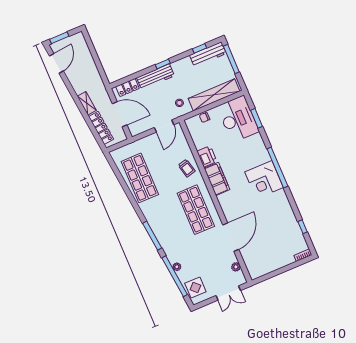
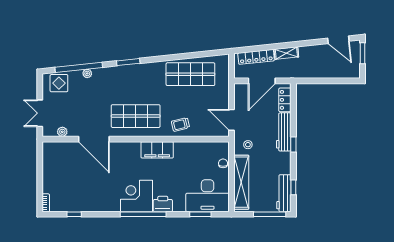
printer: (207, 156) -> (163, 204), moved, turned 180
window: (152, 236) -> (128, 62), width x0.69

